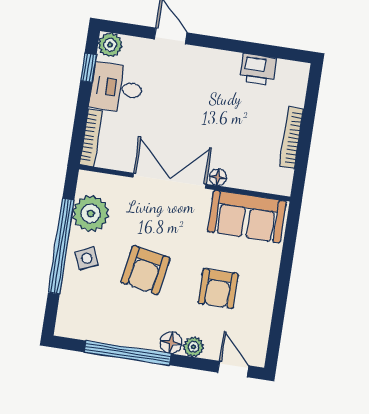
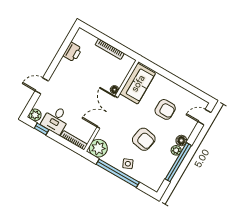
plant: (91, 214) -> (98, 148), moved
plant: (194, 347) -> (176, 150), moved

